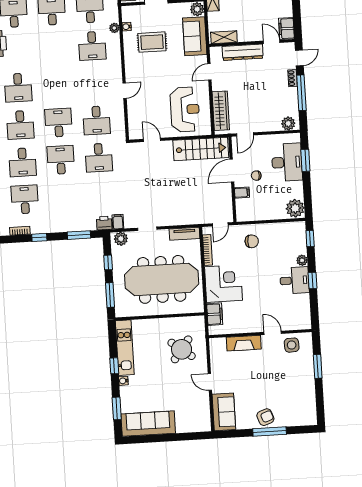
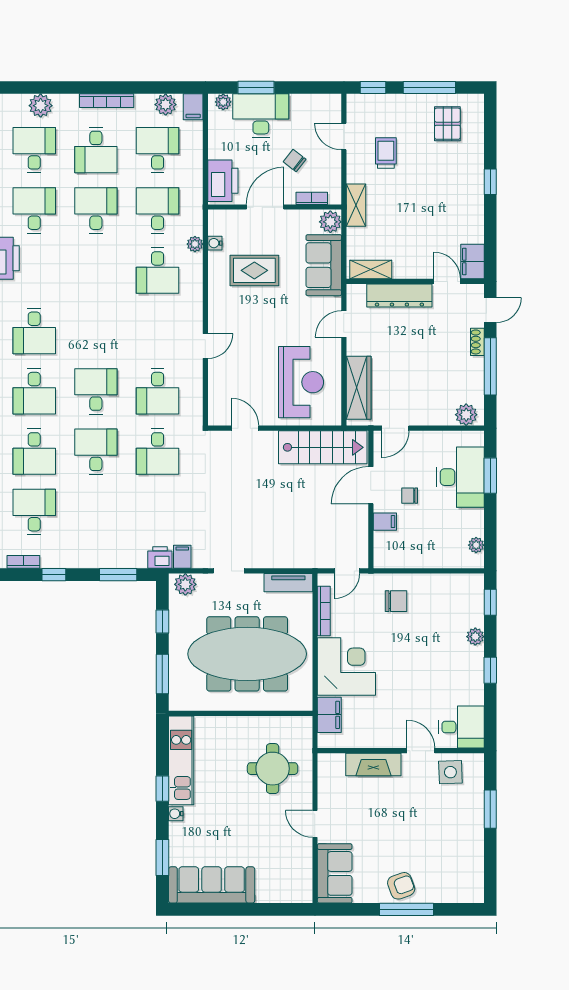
plant: (295, 208) -> (476, 545), width x0.53, depth x0.53
desk: (295, 280) -> (461, 727), moved
round table: (182, 349) -> (273, 769), turned -37

